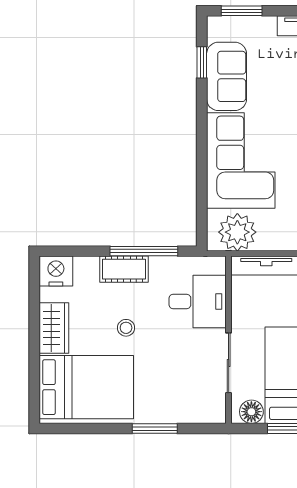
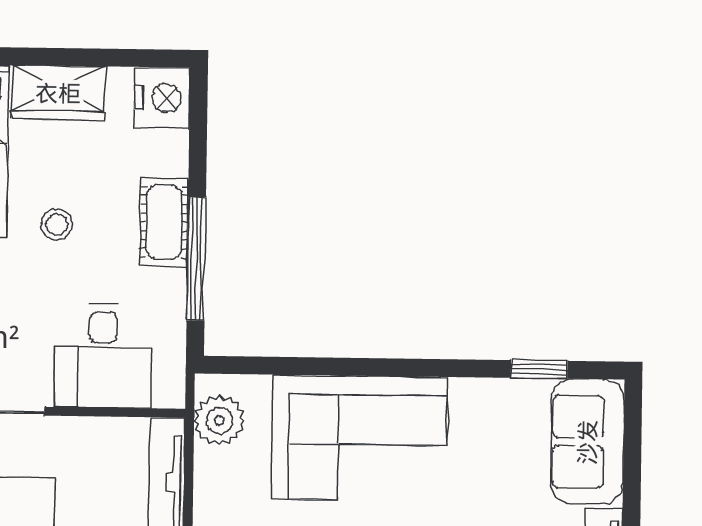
window: (242, 11) -> (632, 443), removed
sofa: (227, 76) -> (587, 442), moved, turned 90
plant: (237, 232) -> (219, 420), width x0.73, depth x0.73

